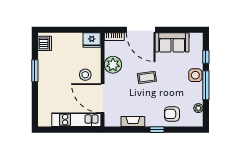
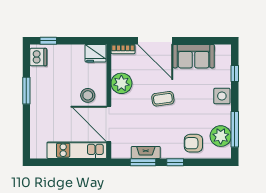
window: (53, 30) -> (48, 41), added
window: (206, 85) -> (235, 129), moved
plant: (198, 108) -> (221, 136), width x1.88, depth x1.88
window: (131, 130) -> (143, 162), added

